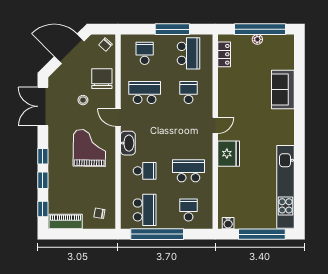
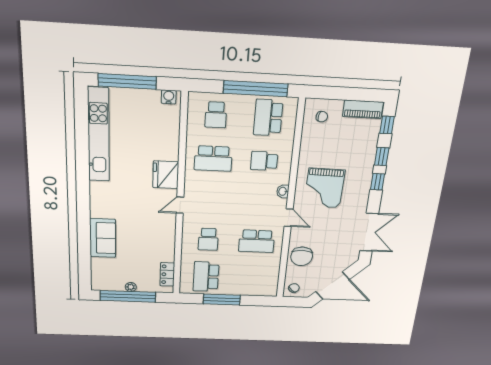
school desk: (145, 53) -> (253, 278), removed
stool: (83, 100) -> (325, 237), removed
washbasin: (128, 143) -> (283, 191), width x0.52, depth x0.69

